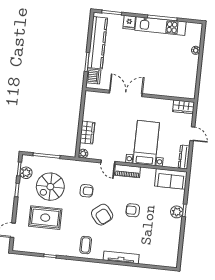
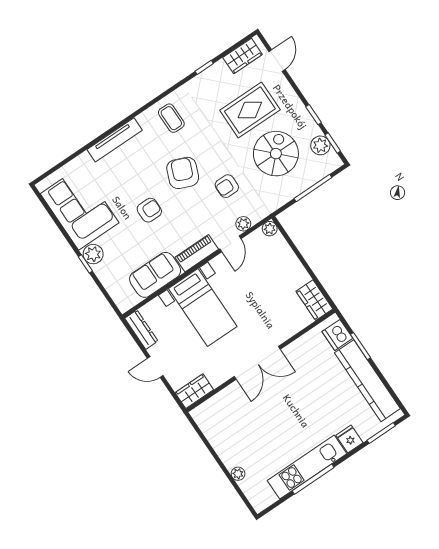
double door: (126, 93) -> (257, 363), moved
wardrobe: (87, 133) -> (314, 300), moved
door: (108, 162) -> (230, 244), swing flipped
plant: (94, 166) -> (243, 224), added
sofa: (171, 179) -> (155, 275), moved
armchair: (102, 215) -> (183, 173), turned 61
corner sofa: (165, 239) -> (80, 208), added
wardrobe: (27, 246) -> (243, 56), added

